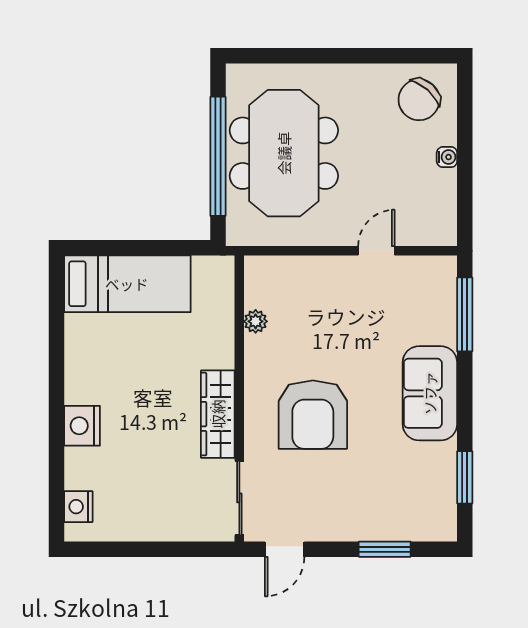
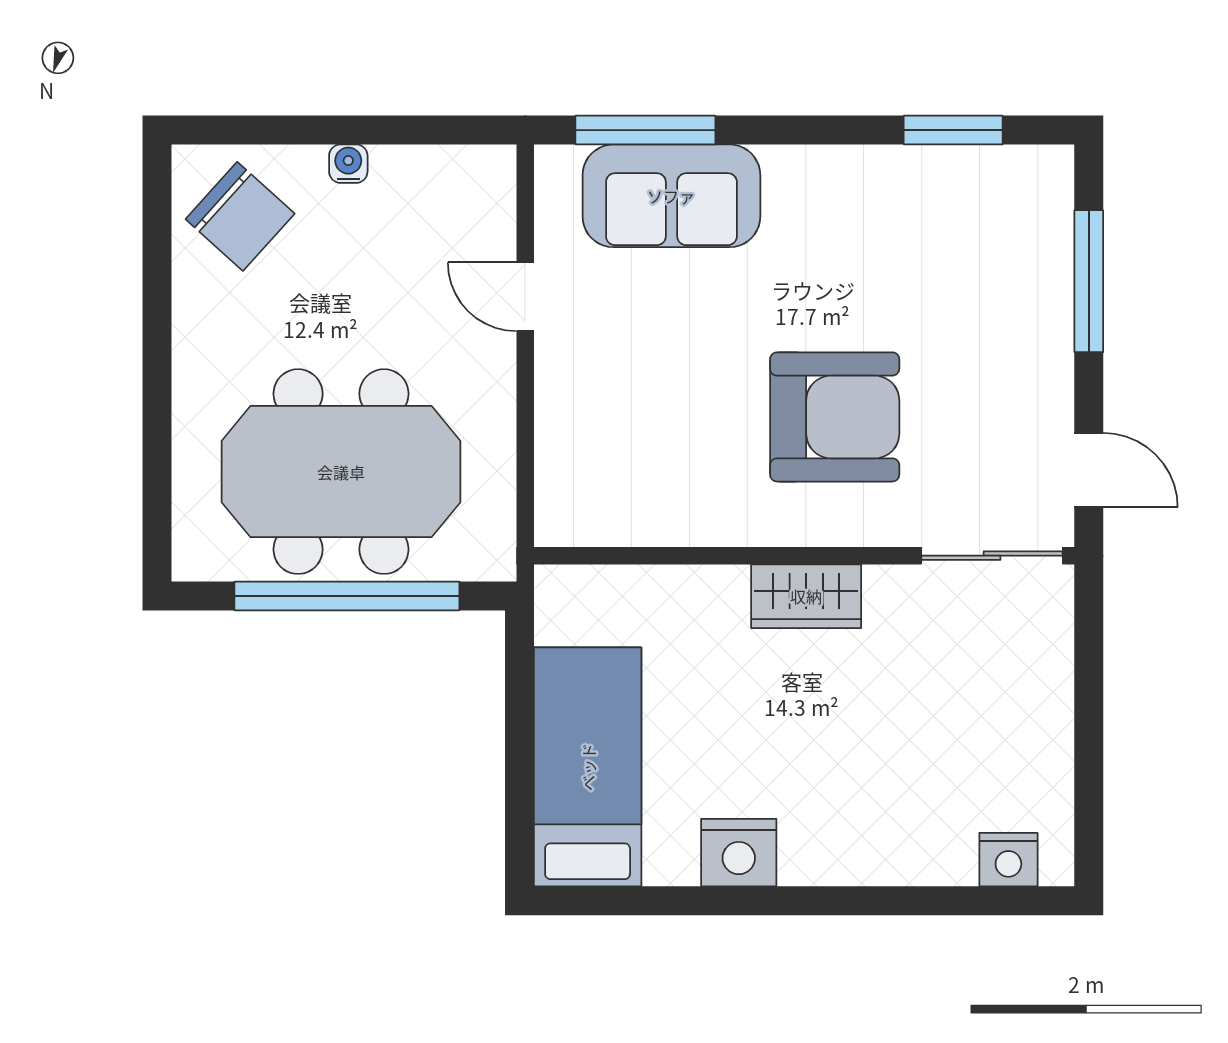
plant: (256, 321) -> (659, 525), removed
sofa: (430, 393) -> (671, 196), moved
wardrobe: (218, 414) -> (806, 596), width x0.67
nightstand: (82, 426) -> (739, 853), moved
window: (385, 549) -> (1089, 281), width x1.44

